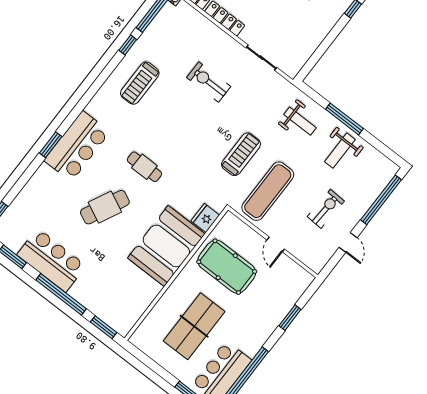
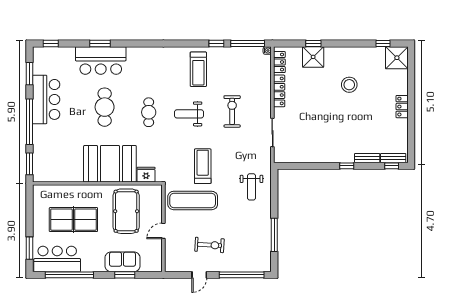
treadmill: (140, 83) -> (198, 69), turned -90
window: (344, 119) -> (274, 235), moved
window: (51, 145) -> (100, 43), moved
bar counter: (77, 146) -> (101, 60), moved
weight bench: (340, 151) -> (189, 114), moved
treadmill: (241, 154) -> (203, 166), turned -90
cafe table: (105, 207) -> (105, 107), turned 64
sofa: (275, 310) -> (122, 262), added

